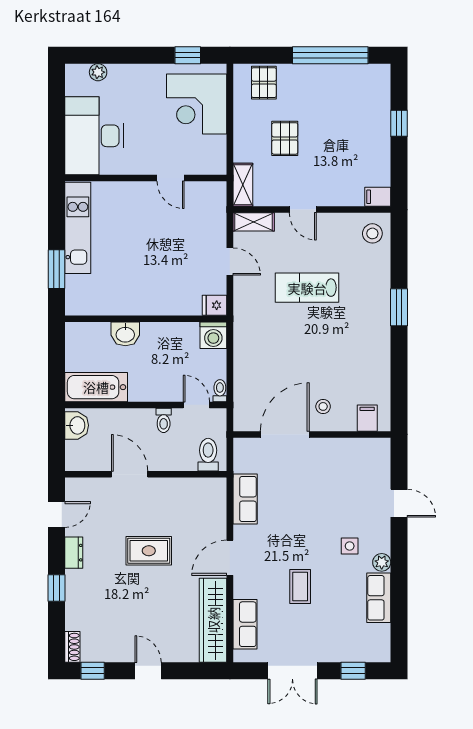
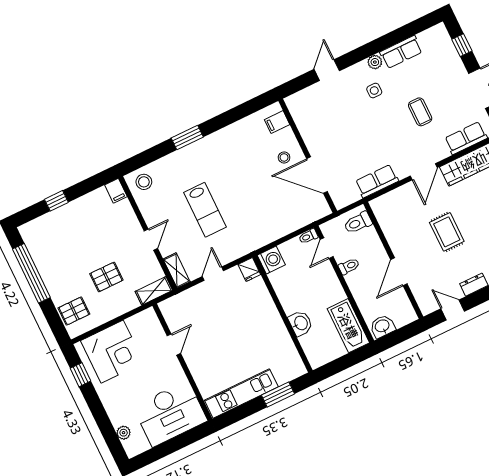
door: (230, 558) -> (424, 172), hinge flipped
coffee table: (300, 587) -> (420, 112), turned 90

